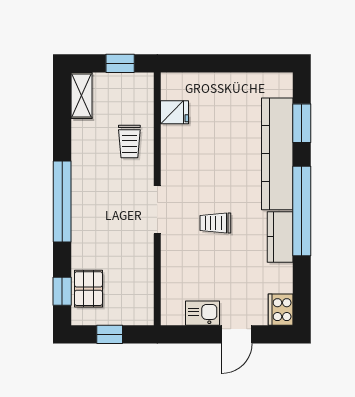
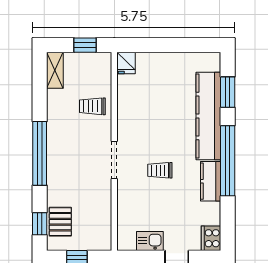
fridge: (175, 112) -> (126, 63), moved, turned 90
trolley: (129, 141) -> (92, 106), turned 90

